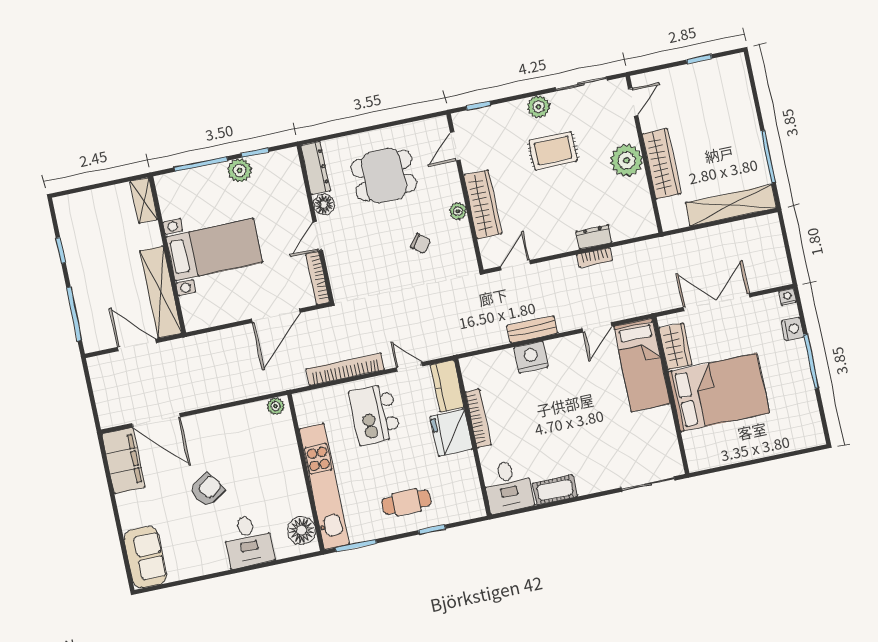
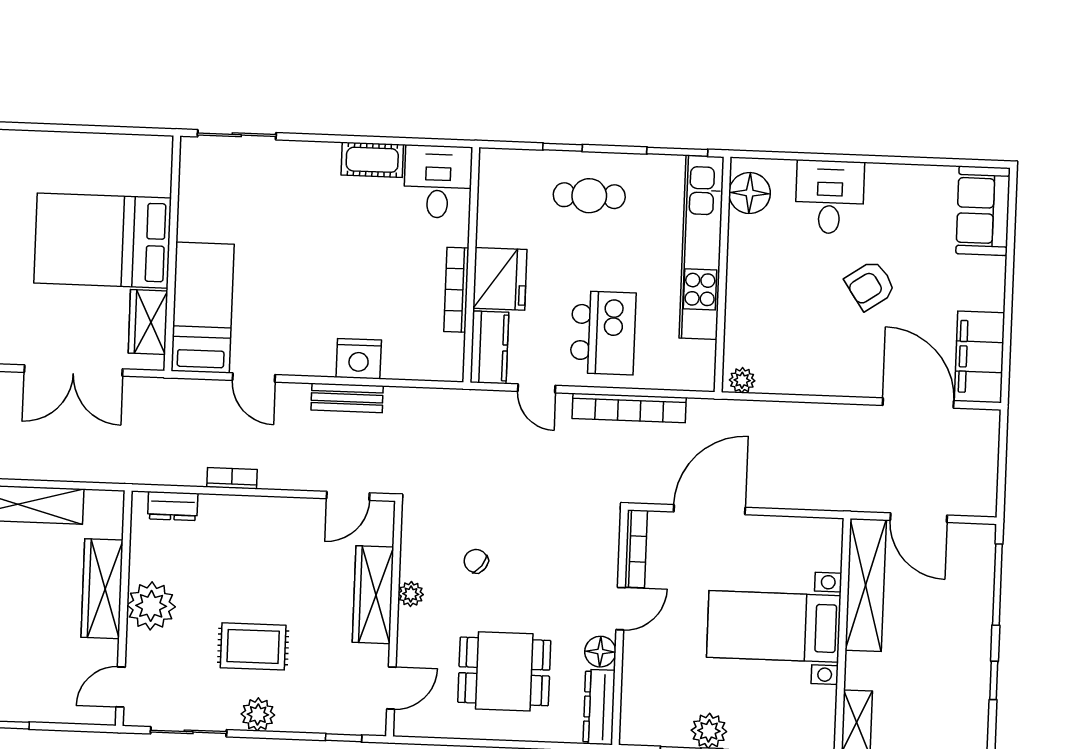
dresser: (594, 237) -> (173, 506), moved
door: (597, 327) -> (254, 377), swing flipped

